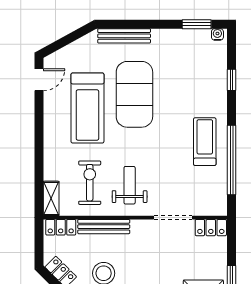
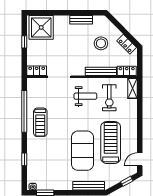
window: (61, 43) -> (127, 181), added
weight bench: (130, 185) -> (85, 96), turned -90

